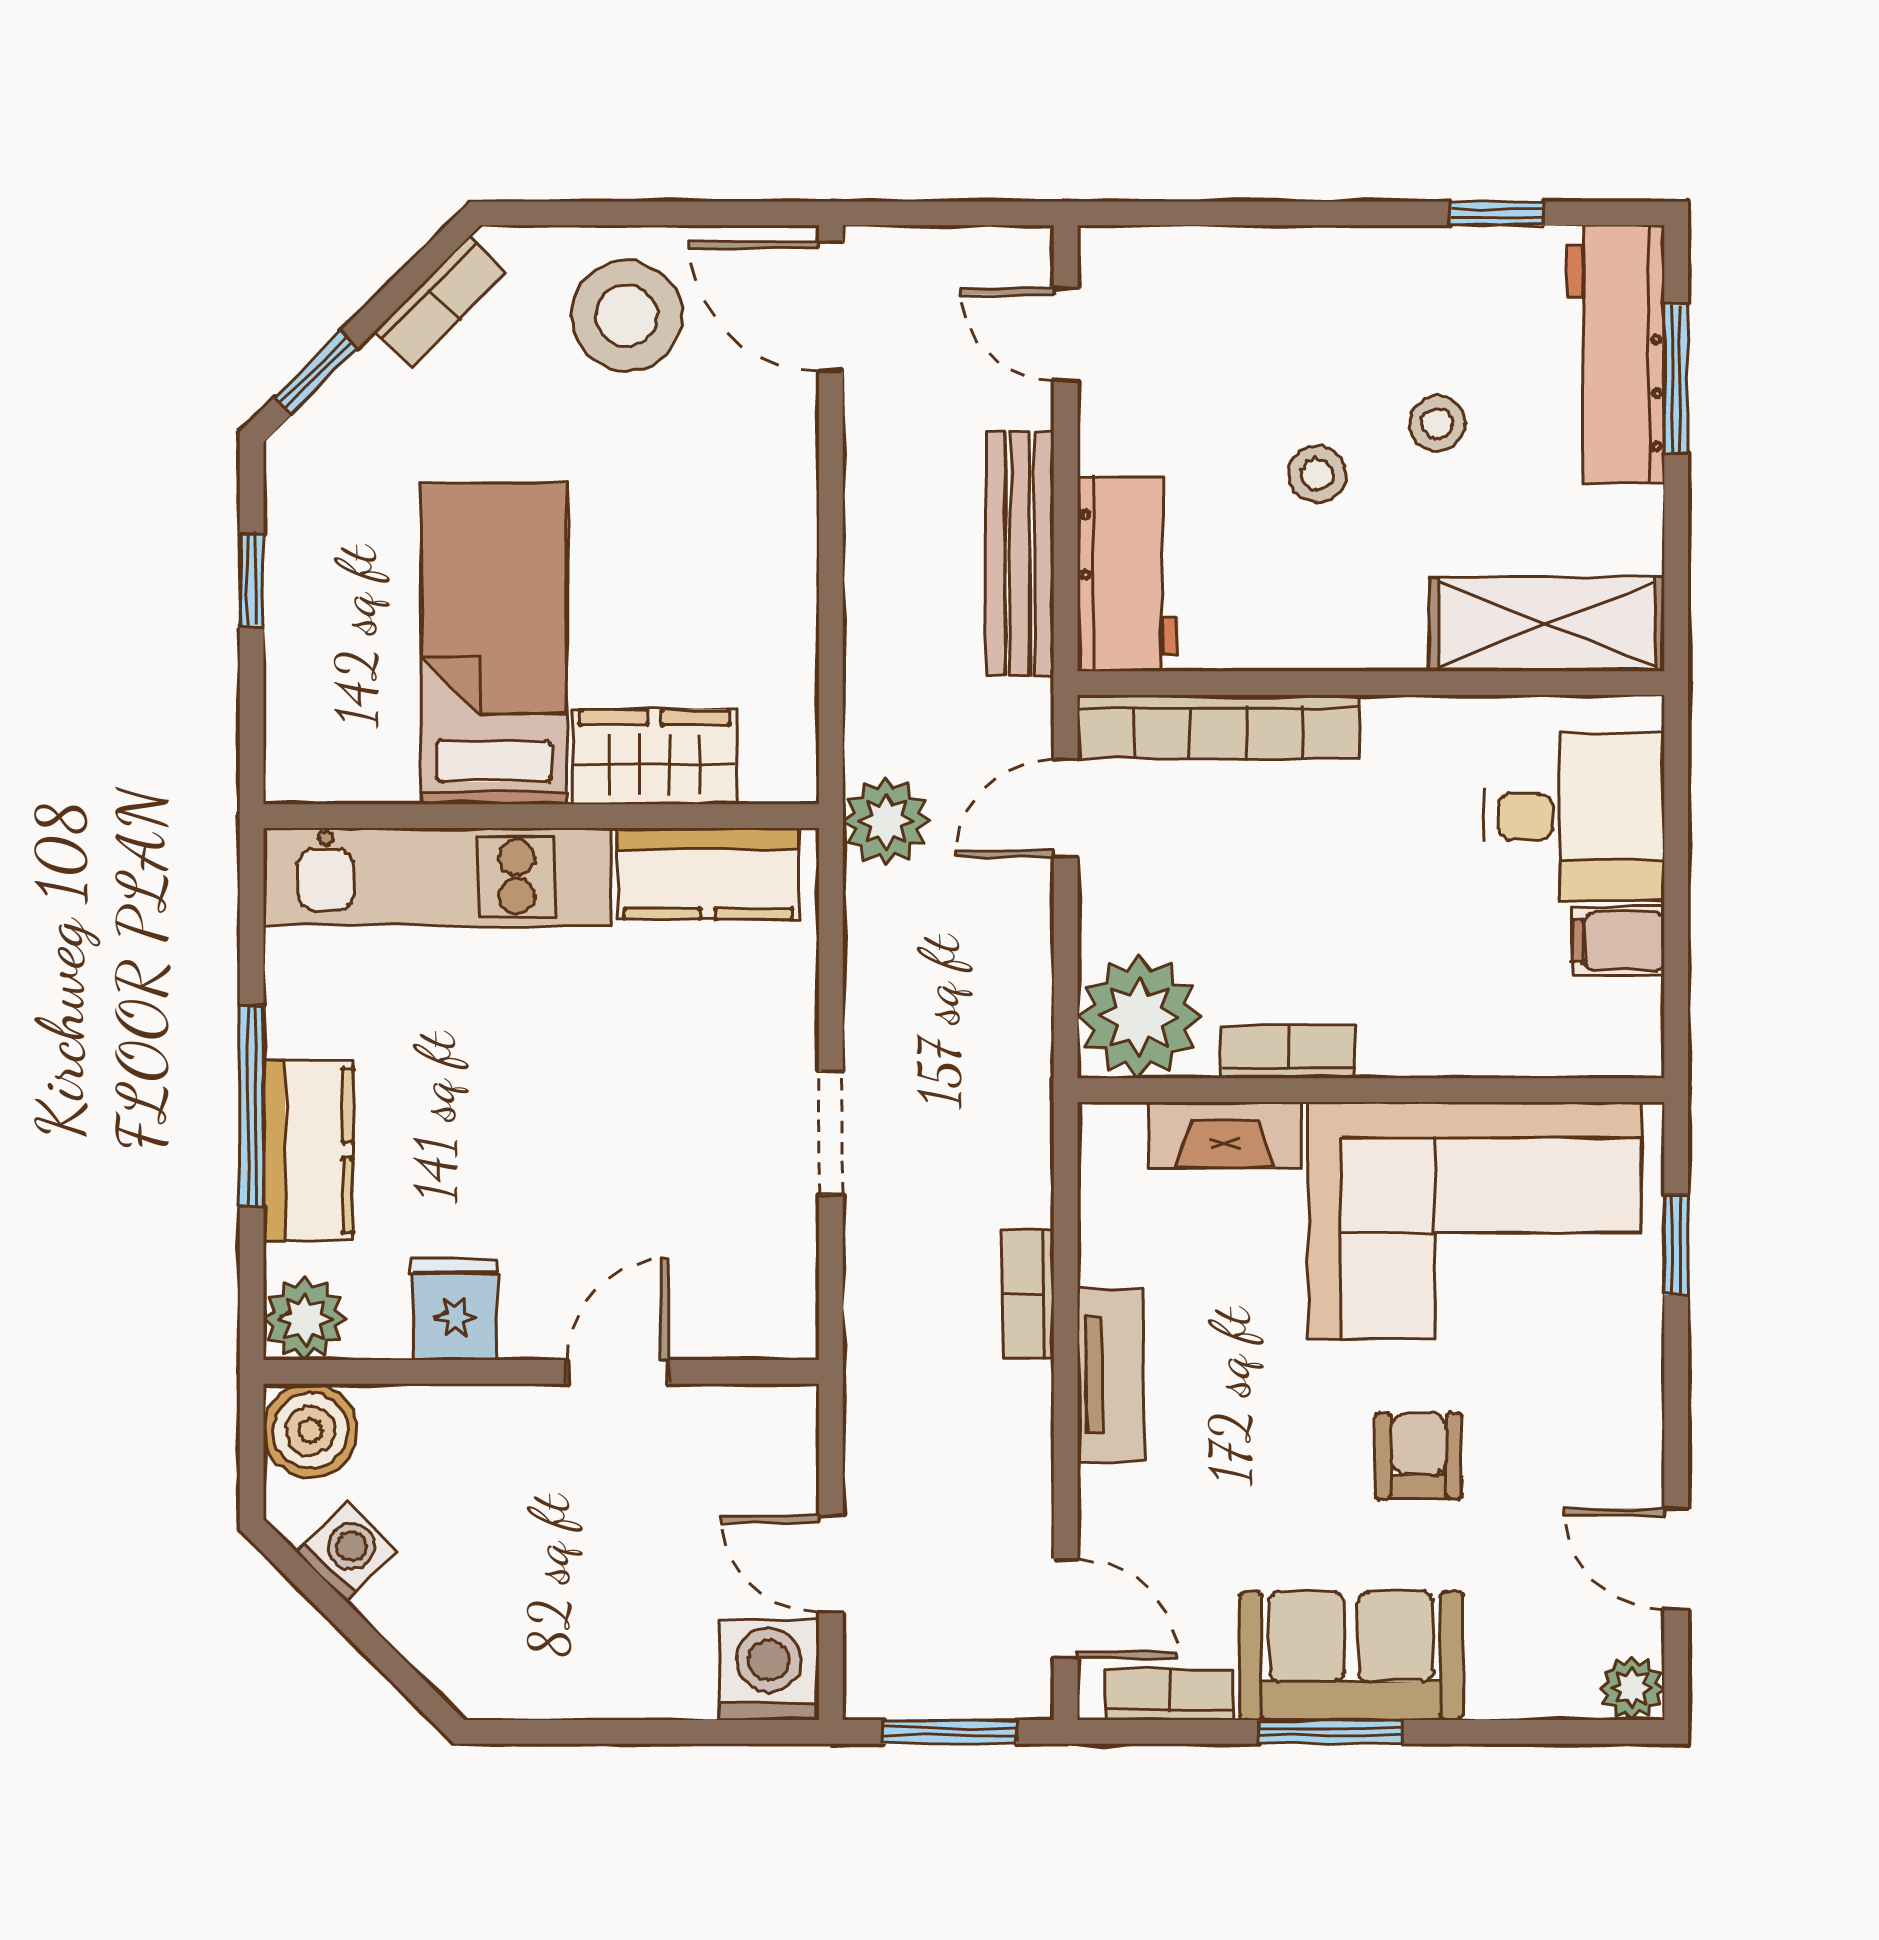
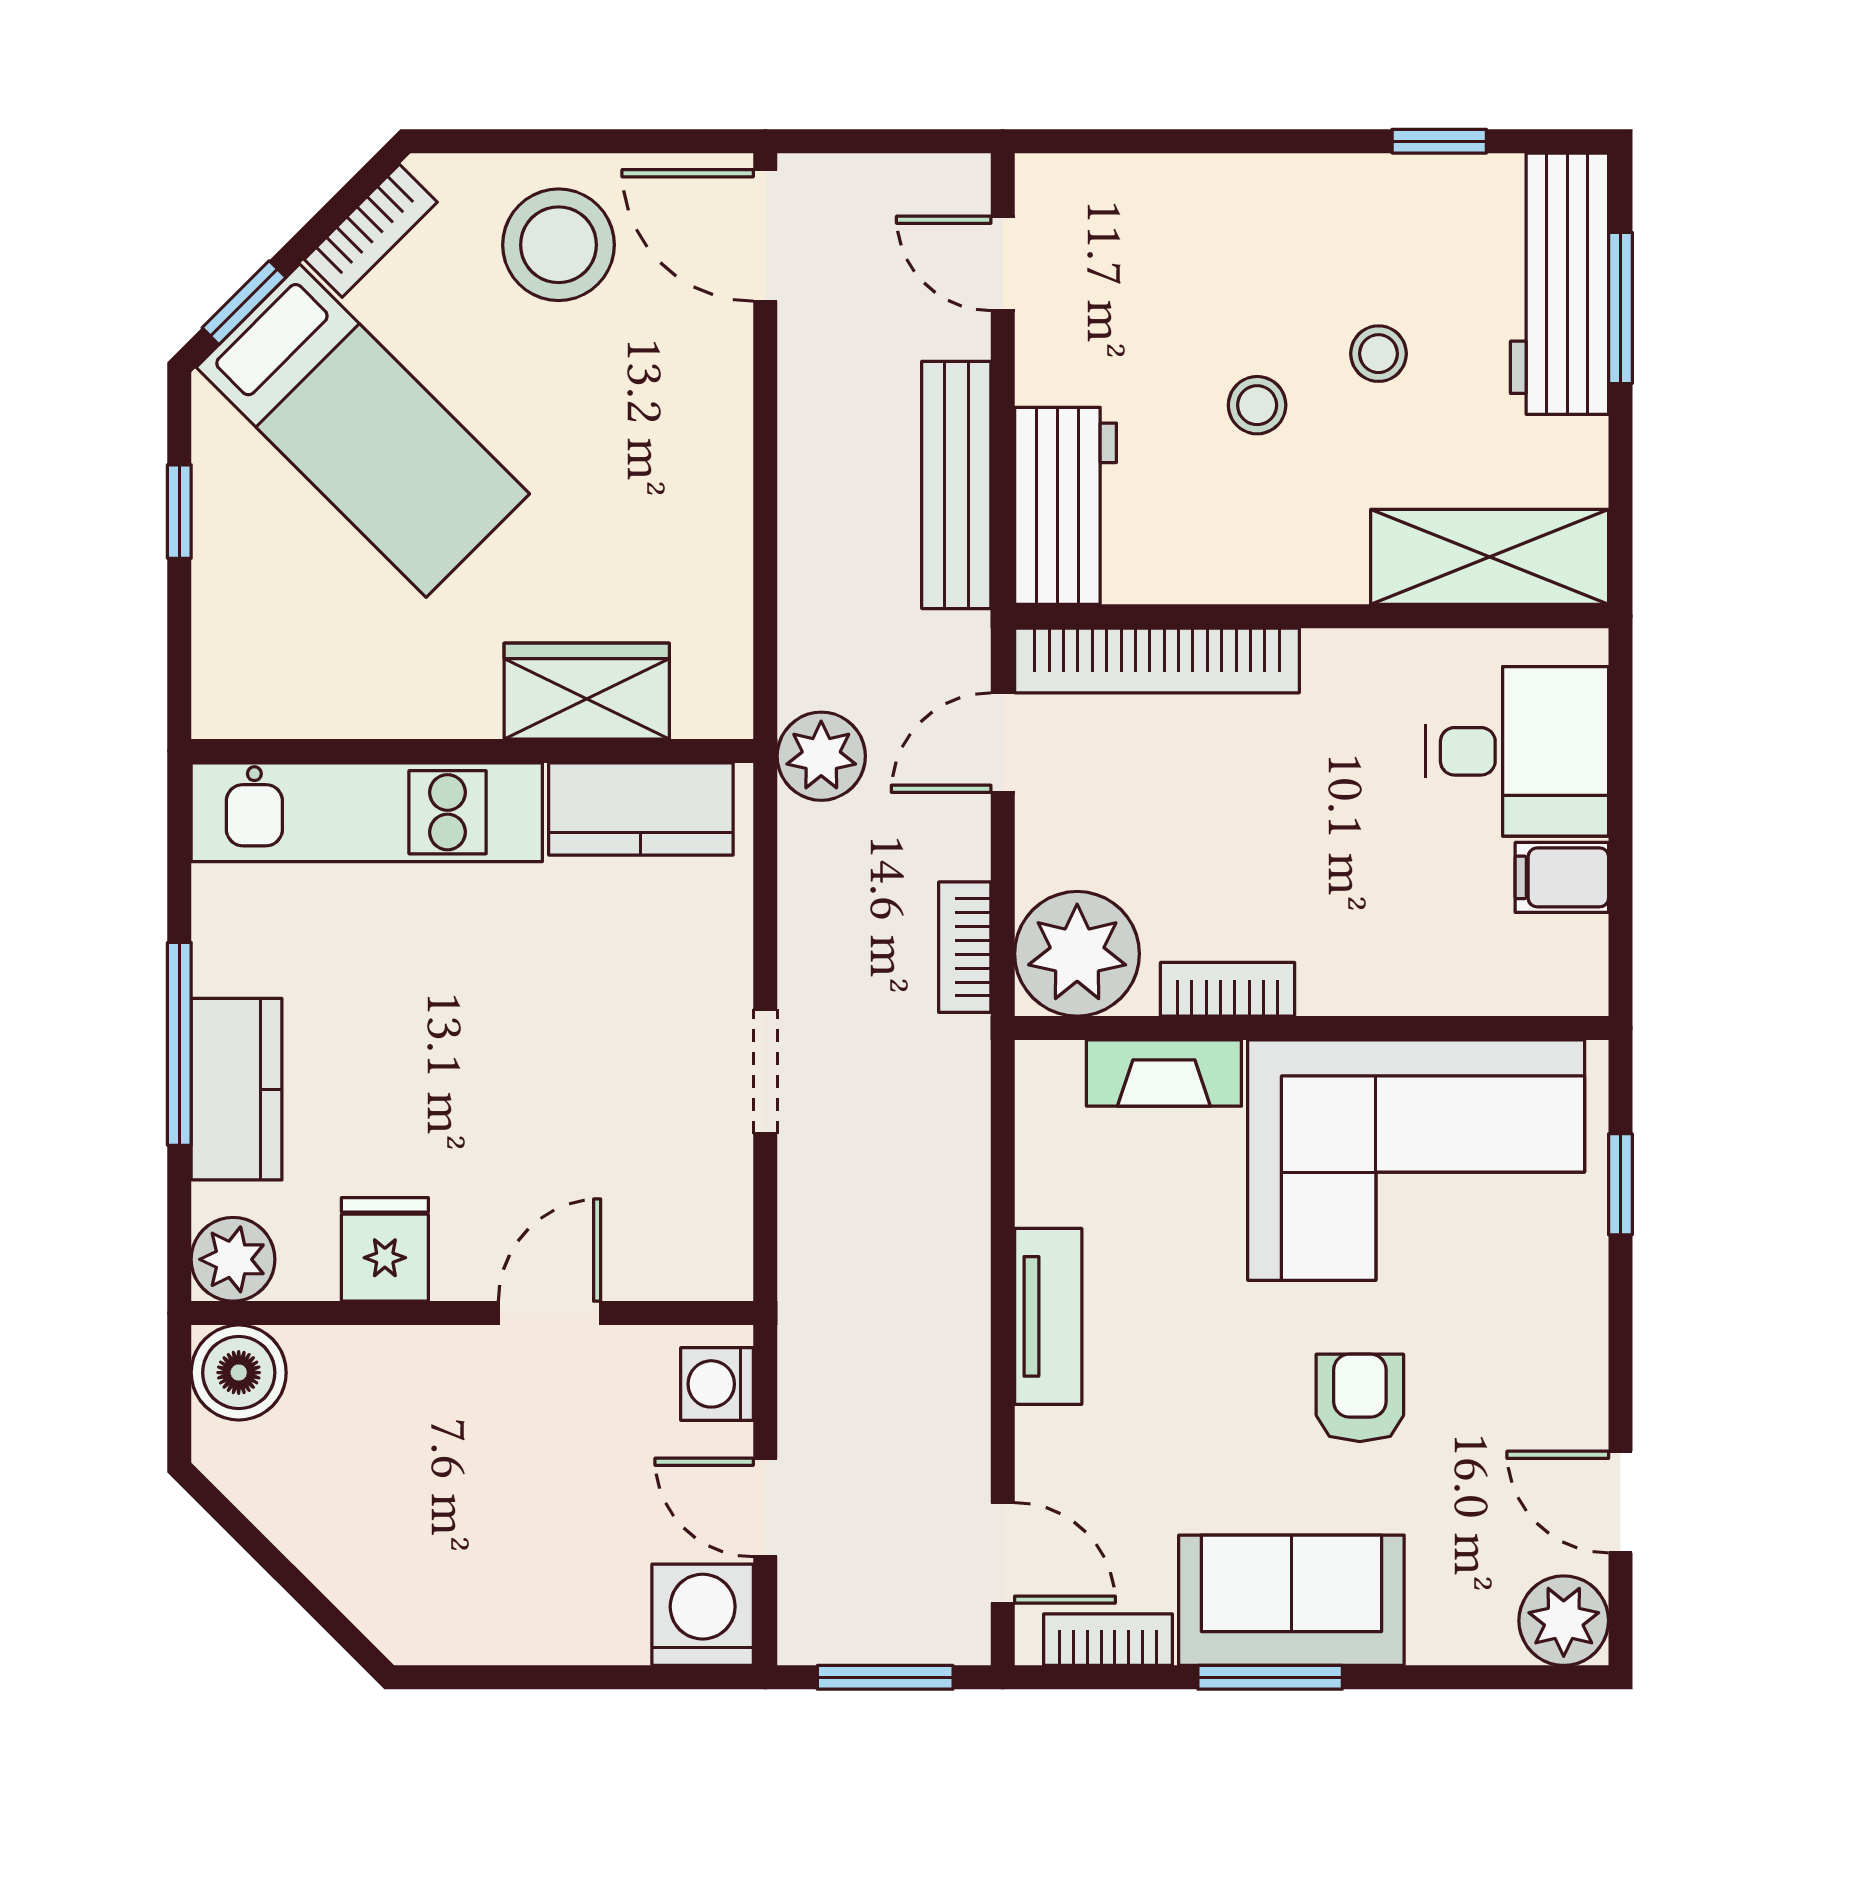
bed: (494, 644) -> (363, 431), moved, turned 135
bookcase: (1028, 1294) -> (965, 947), moved
washing machine: (346, 1551) -> (717, 1384), moved, turned -135
plant: (1632, 1688) -> (1564, 1621), width x1.38, depth x1.38

